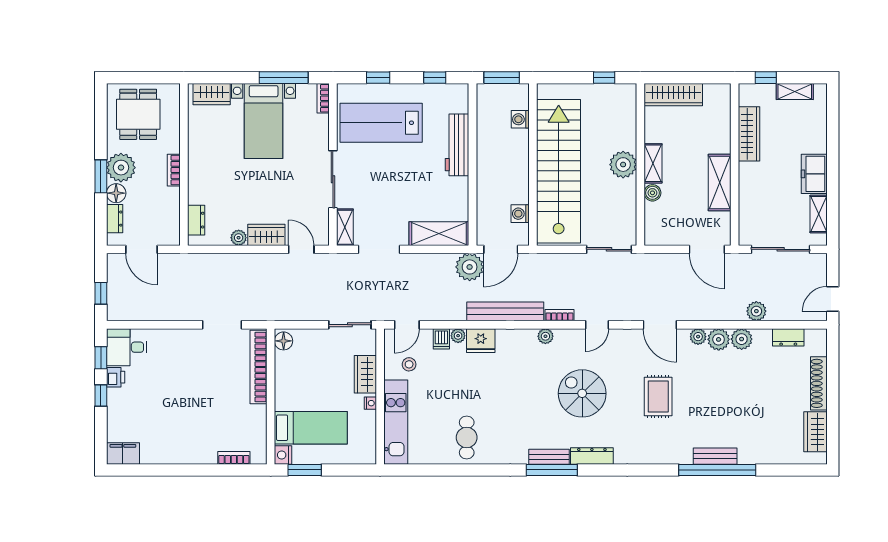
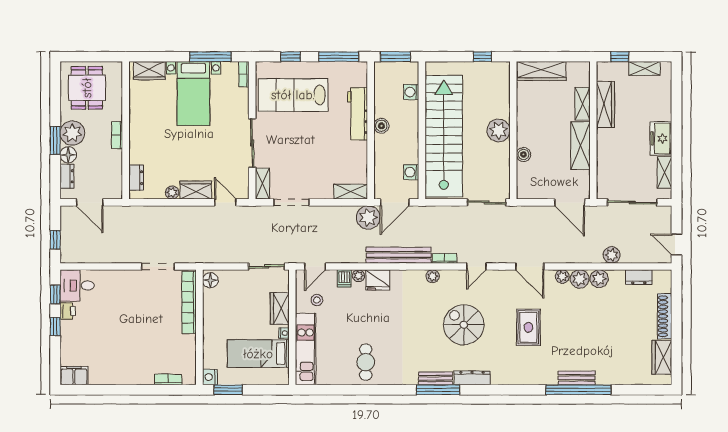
window: (435, 78) -> (339, 57), width x2.17
boiler: (485, 159) -> (381, 126), added
shelving: (653, 163) -> (583, 104), moved
shelving: (439, 234) -> (351, 192), width x0.67, depth x0.75
door: (833, 299) -> (677, 245), hinge flipped
bed: (311, 428) -> (258, 354), moved, turned 180

